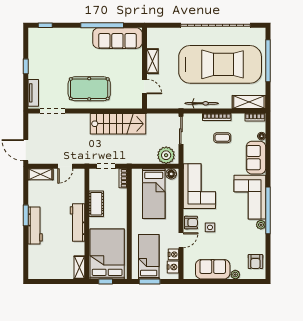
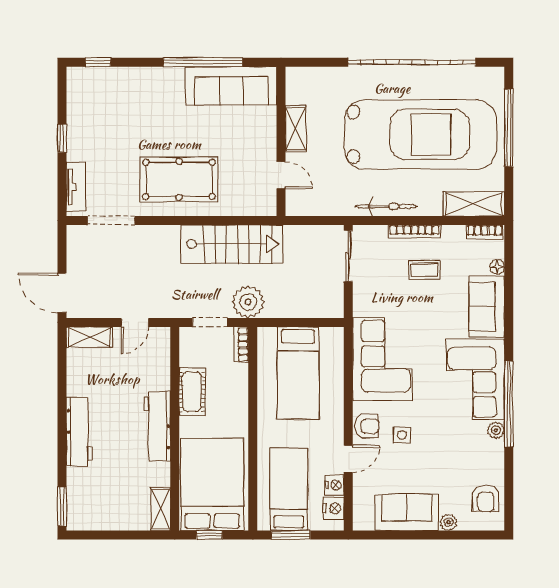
plant: (166, 155) -> (248, 302), moved
floor lamp: (171, 174) -> (330, 336), removed
window: (26, 215) -> (62, 506), moved

